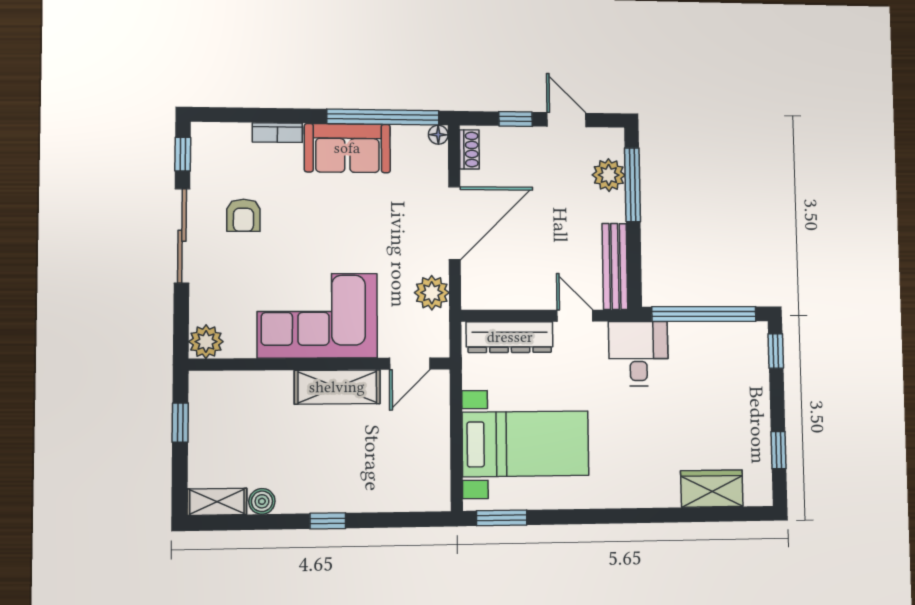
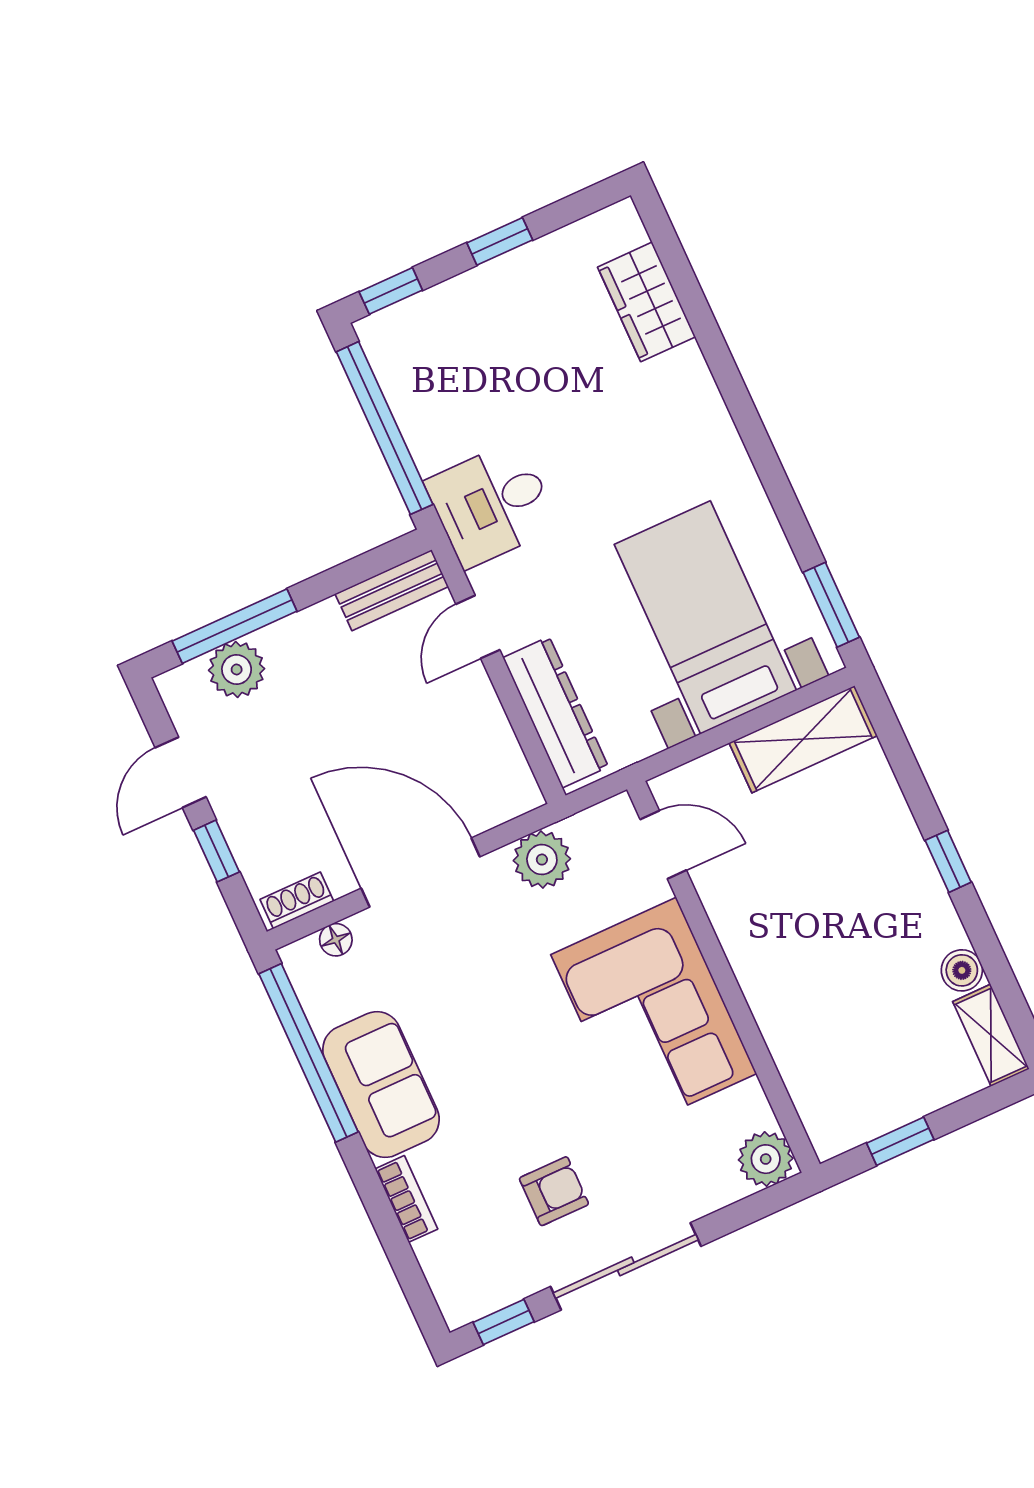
floor lamp: (438, 135) -> (336, 940), moved
bench: (615, 266) -> (392, 590), width x0.73
shelving: (337, 387) -> (803, 739), moved, turned 90
window: (779, 450) -> (500, 241), moved

